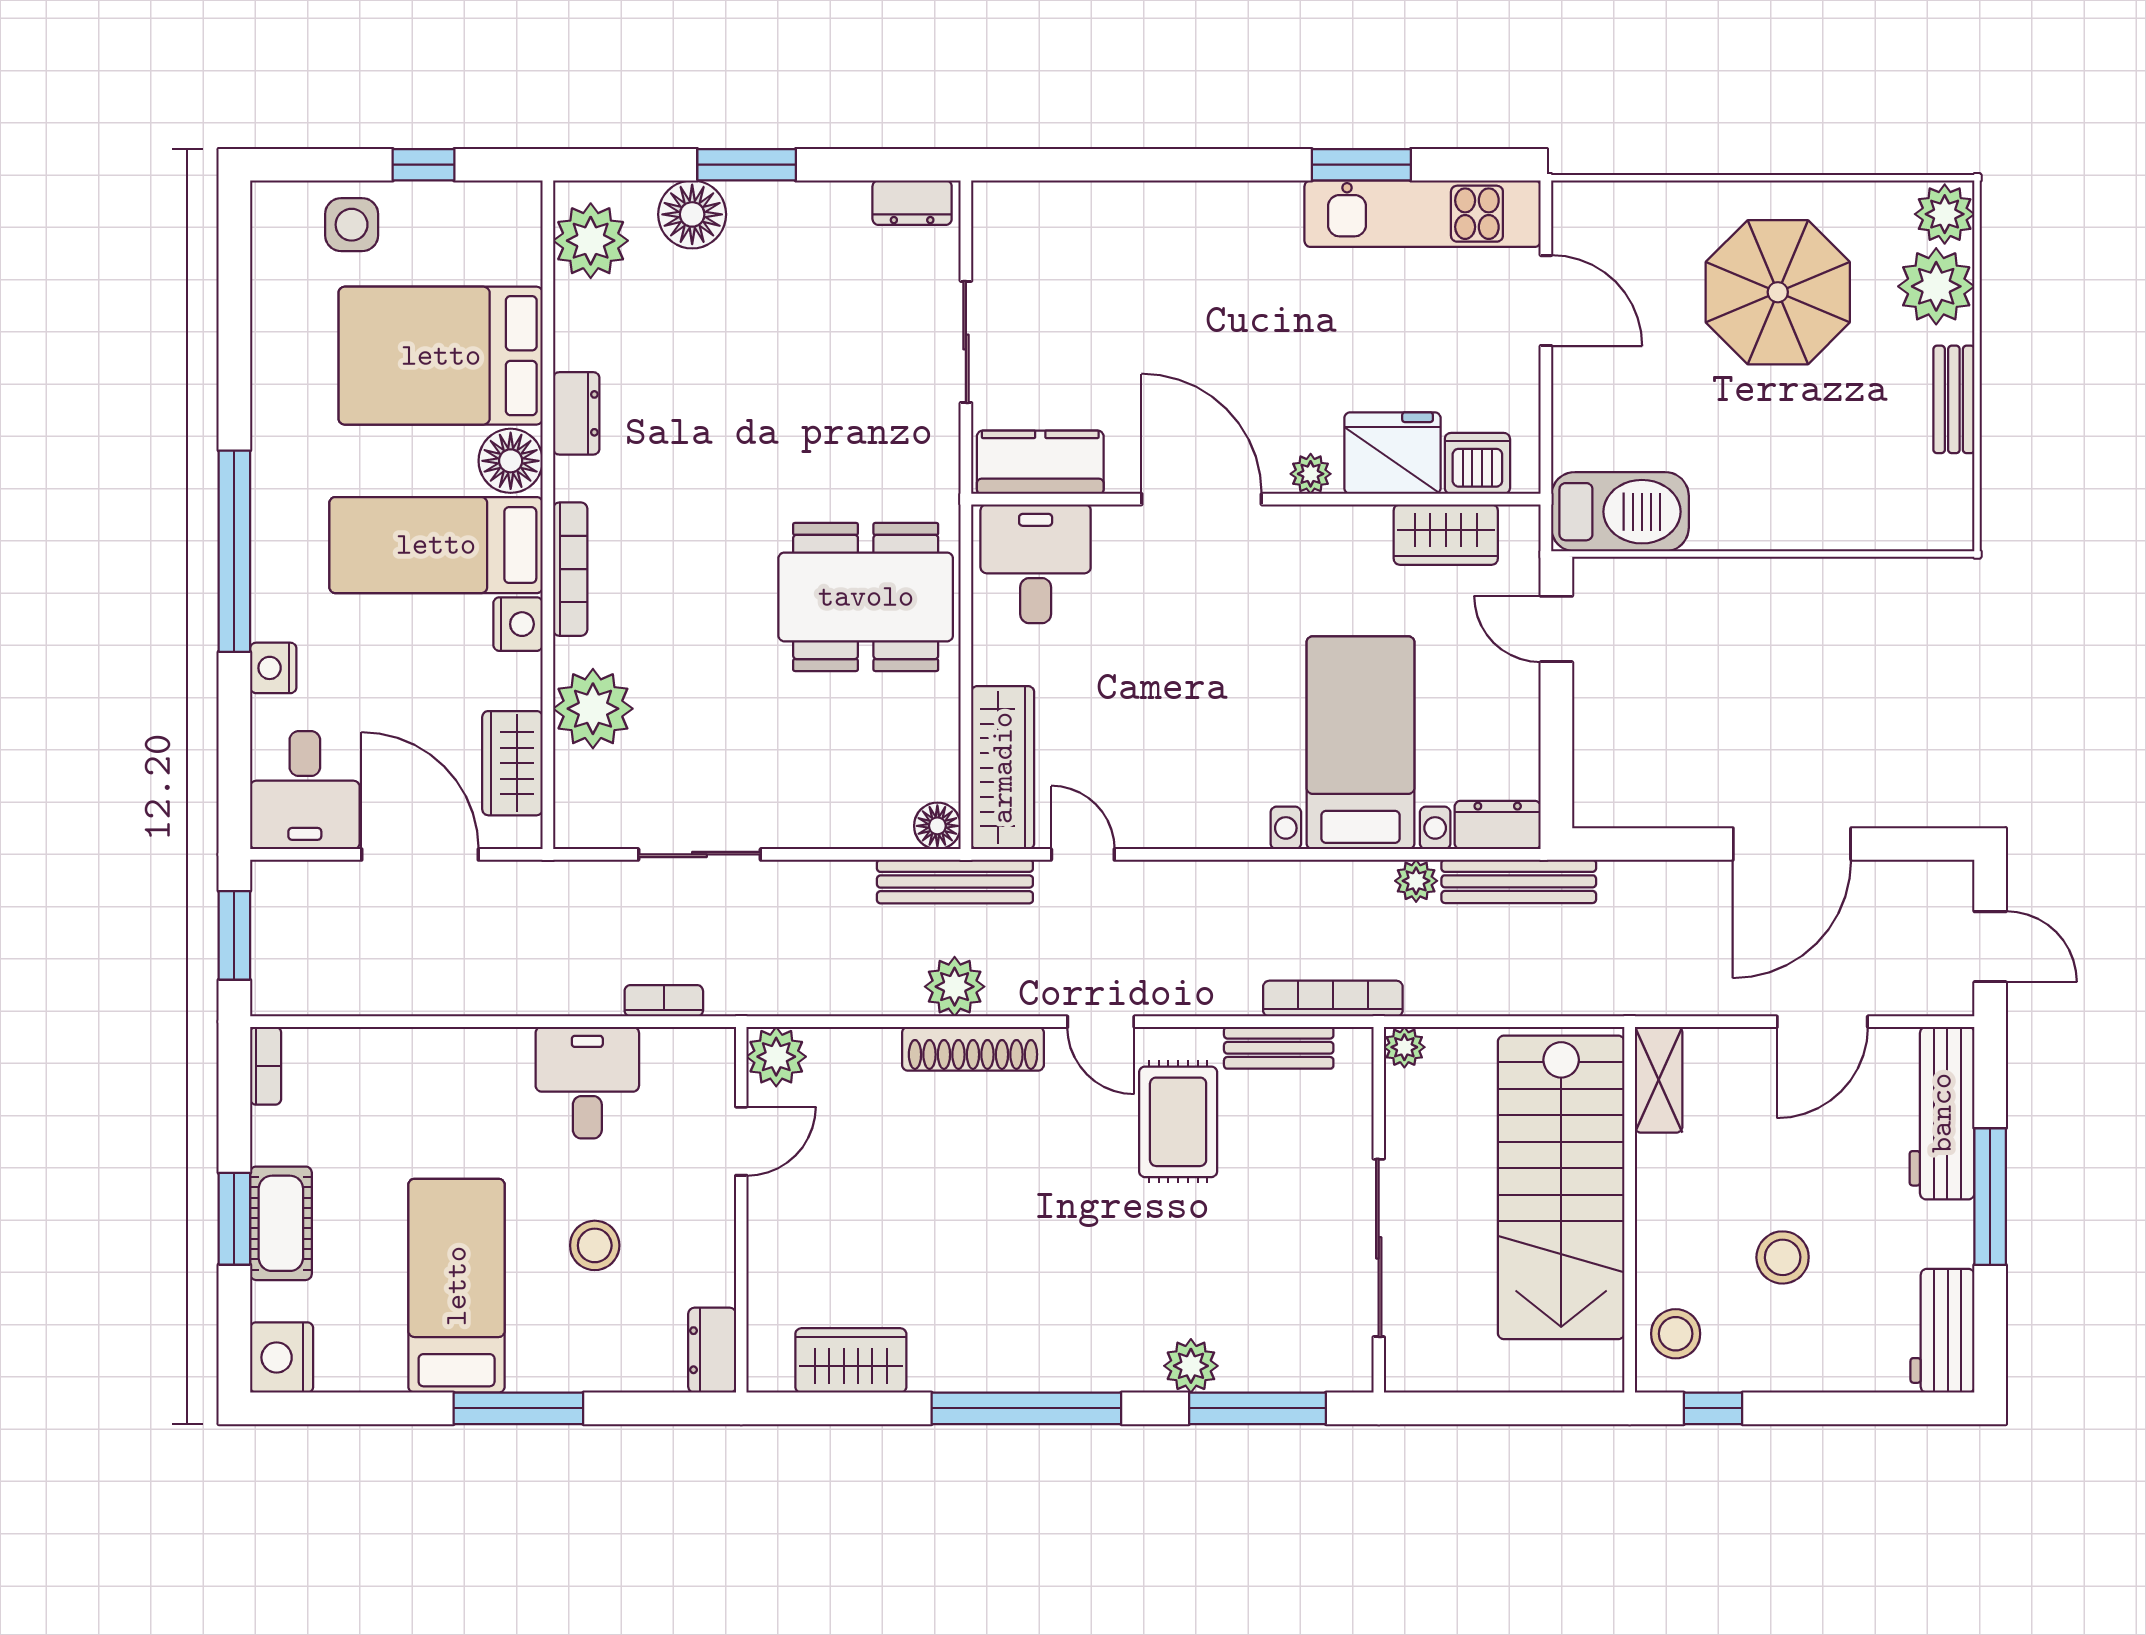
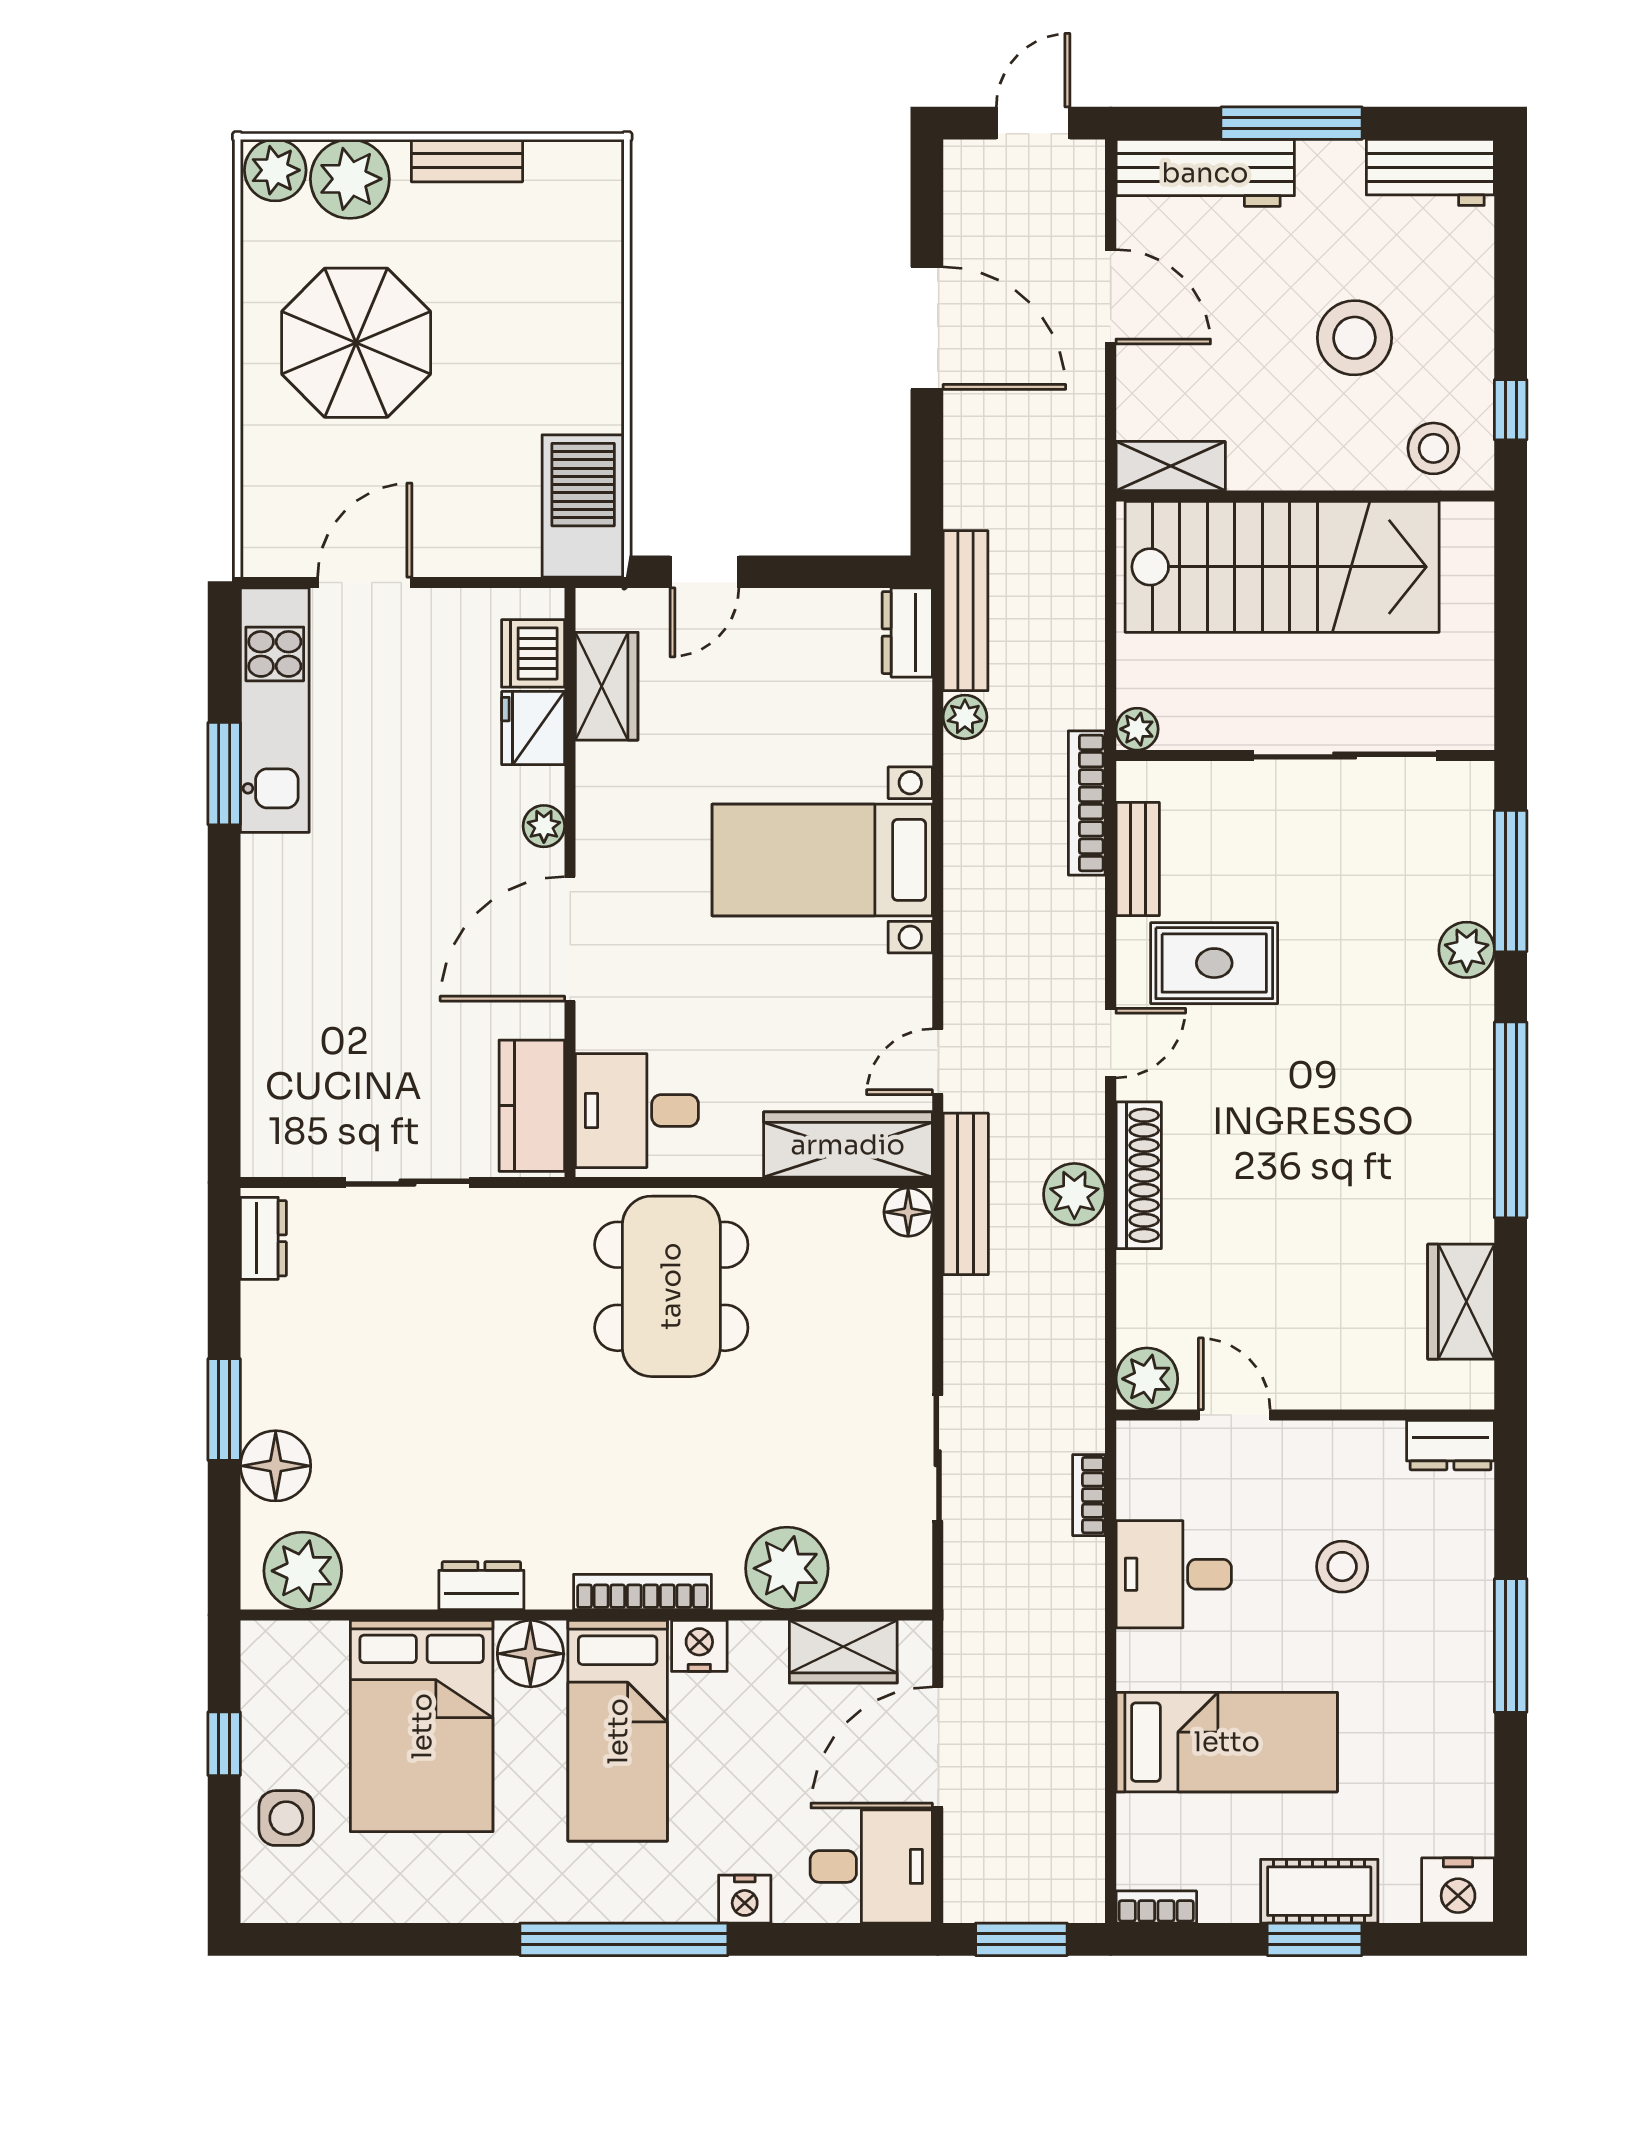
fridge: (1392, 453) -> (533, 728), width x0.73, depth x0.75
bed with nightstands: (1360, 743) -> (822, 860), moved
stool: (1783, 1257) -> (1354, 338), width x1.38, depth x1.38
bed: (457, 1286) -> (1227, 1742), moved, turned 180

